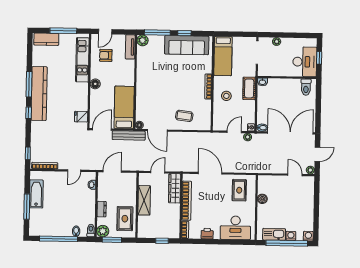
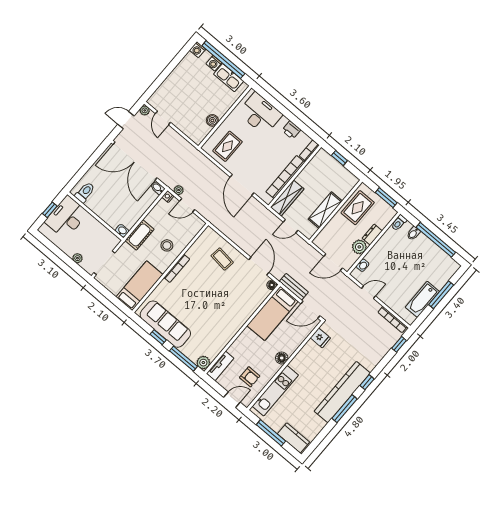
bench: (129, 135) -> (294, 287), width x0.73
plant: (103, 231) -> (359, 247), moved

